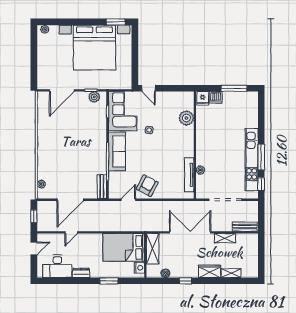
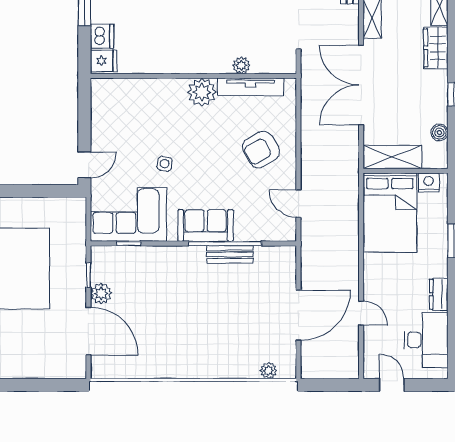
plant: (94, 97) -> (101, 294), moved
plant: (186, 118) -> (202, 92), moved
sofa: (117, 151) -> (206, 225), width x0.73
armchair: (147, 186) -> (261, 150), moved, turned -58
bench: (102, 187) -> (230, 254), moved
door: (70, 200) -> (298, 315), hinge flipped
window: (34, 216) -> (330, 385), removed

